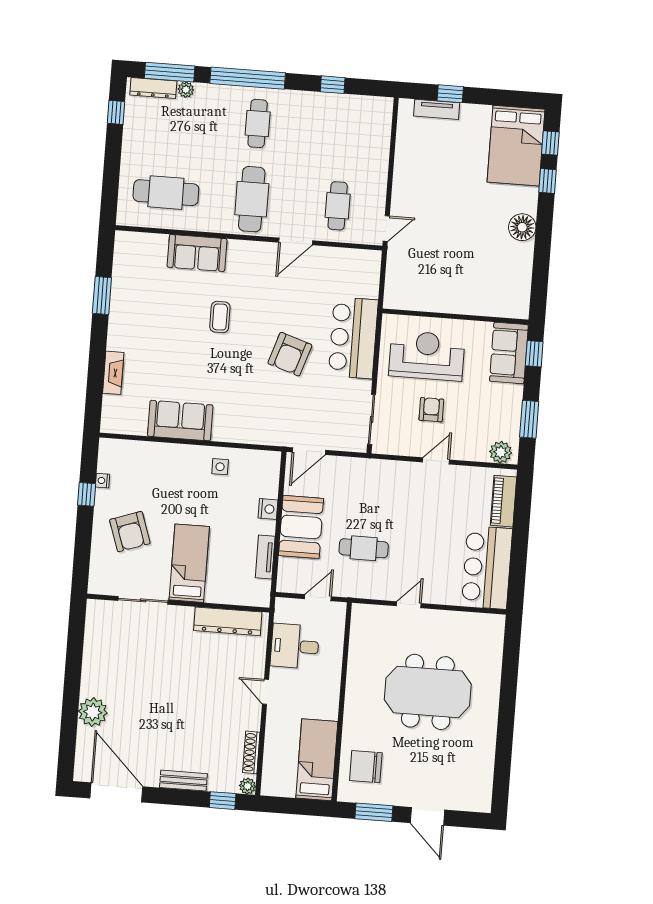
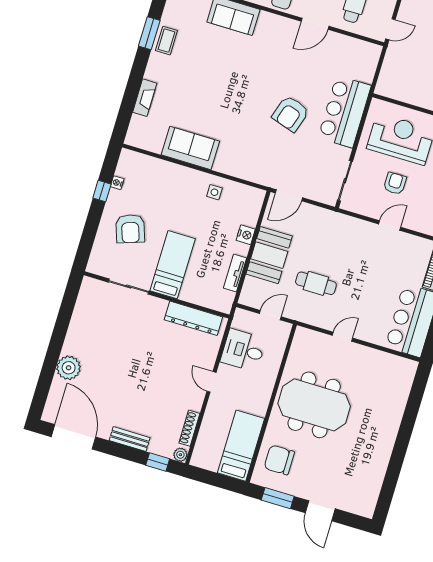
coffee table: (220, 317) -> (166, 41), moved
meeting table: (428, 692) -> (314, 405), moved

